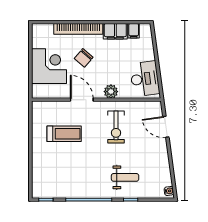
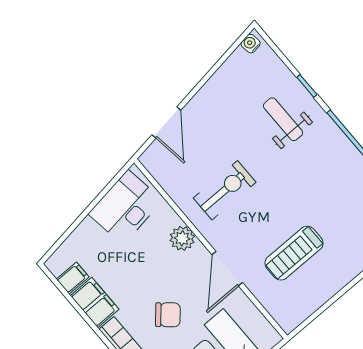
treadmill: (64, 134) -> (294, 253), turned -90

